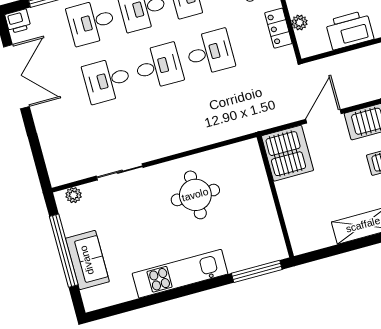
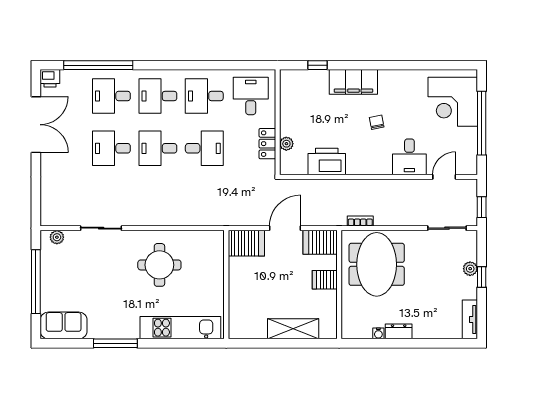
desk: (159, 66) -> (158, 148), turned 180
server rack: (287, 153) -> (246, 243), width x0.63
sofa: (87, 260) -> (64, 325), moved, turned -90
window: (257, 271) -> (115, 343), moved
kitchen unit: (180, 274) -> (180, 328), moved

